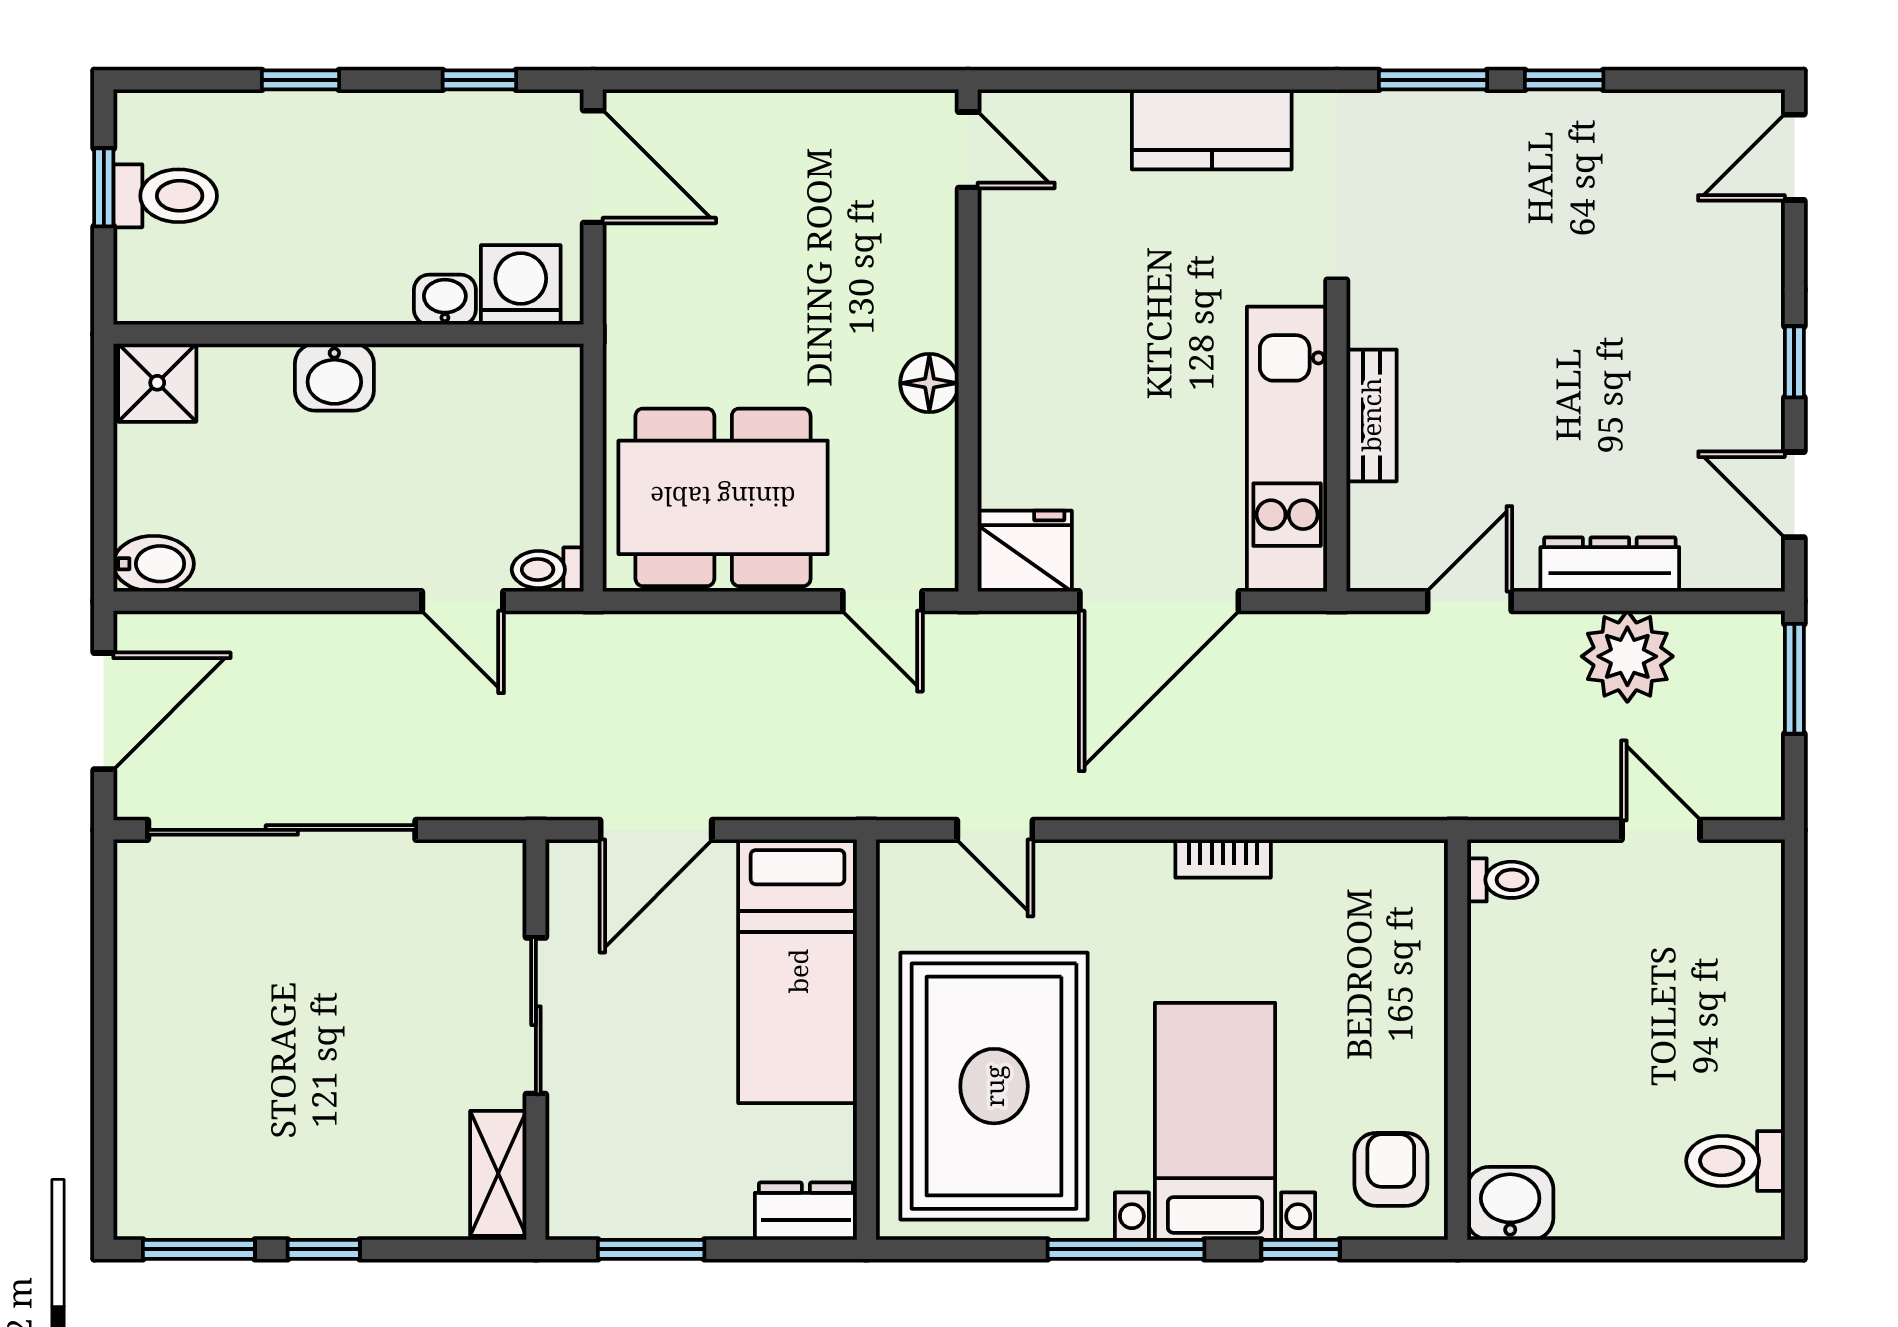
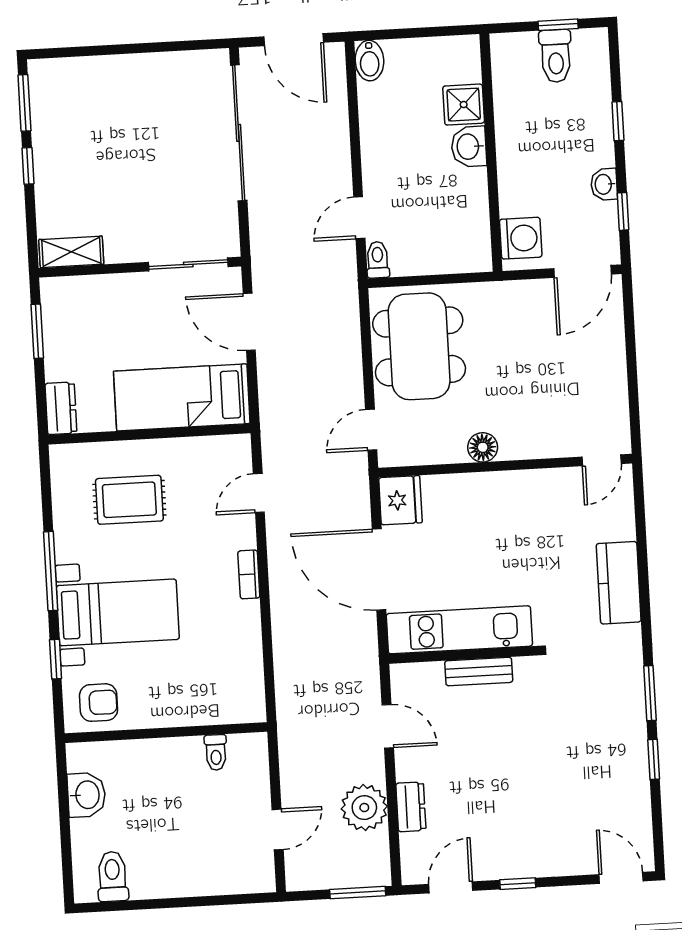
washbasin: (445, 300) -> (604, 184), moved, turned 180
shower: (157, 383) -> (464, 105), moved
dresser: (1610, 564) -> (411, 807), width x0.70
bookcase: (1223, 859) -> (249, 574), moved
toilet: (1502, 880) -> (216, 752), moved
sliding door: (536, 1016) -> (188, 264), moved
rug: (994, 1086) -> (129, 500), width x0.54, depth x0.49
washbasin: (1510, 1203) -> (86, 795), moved

